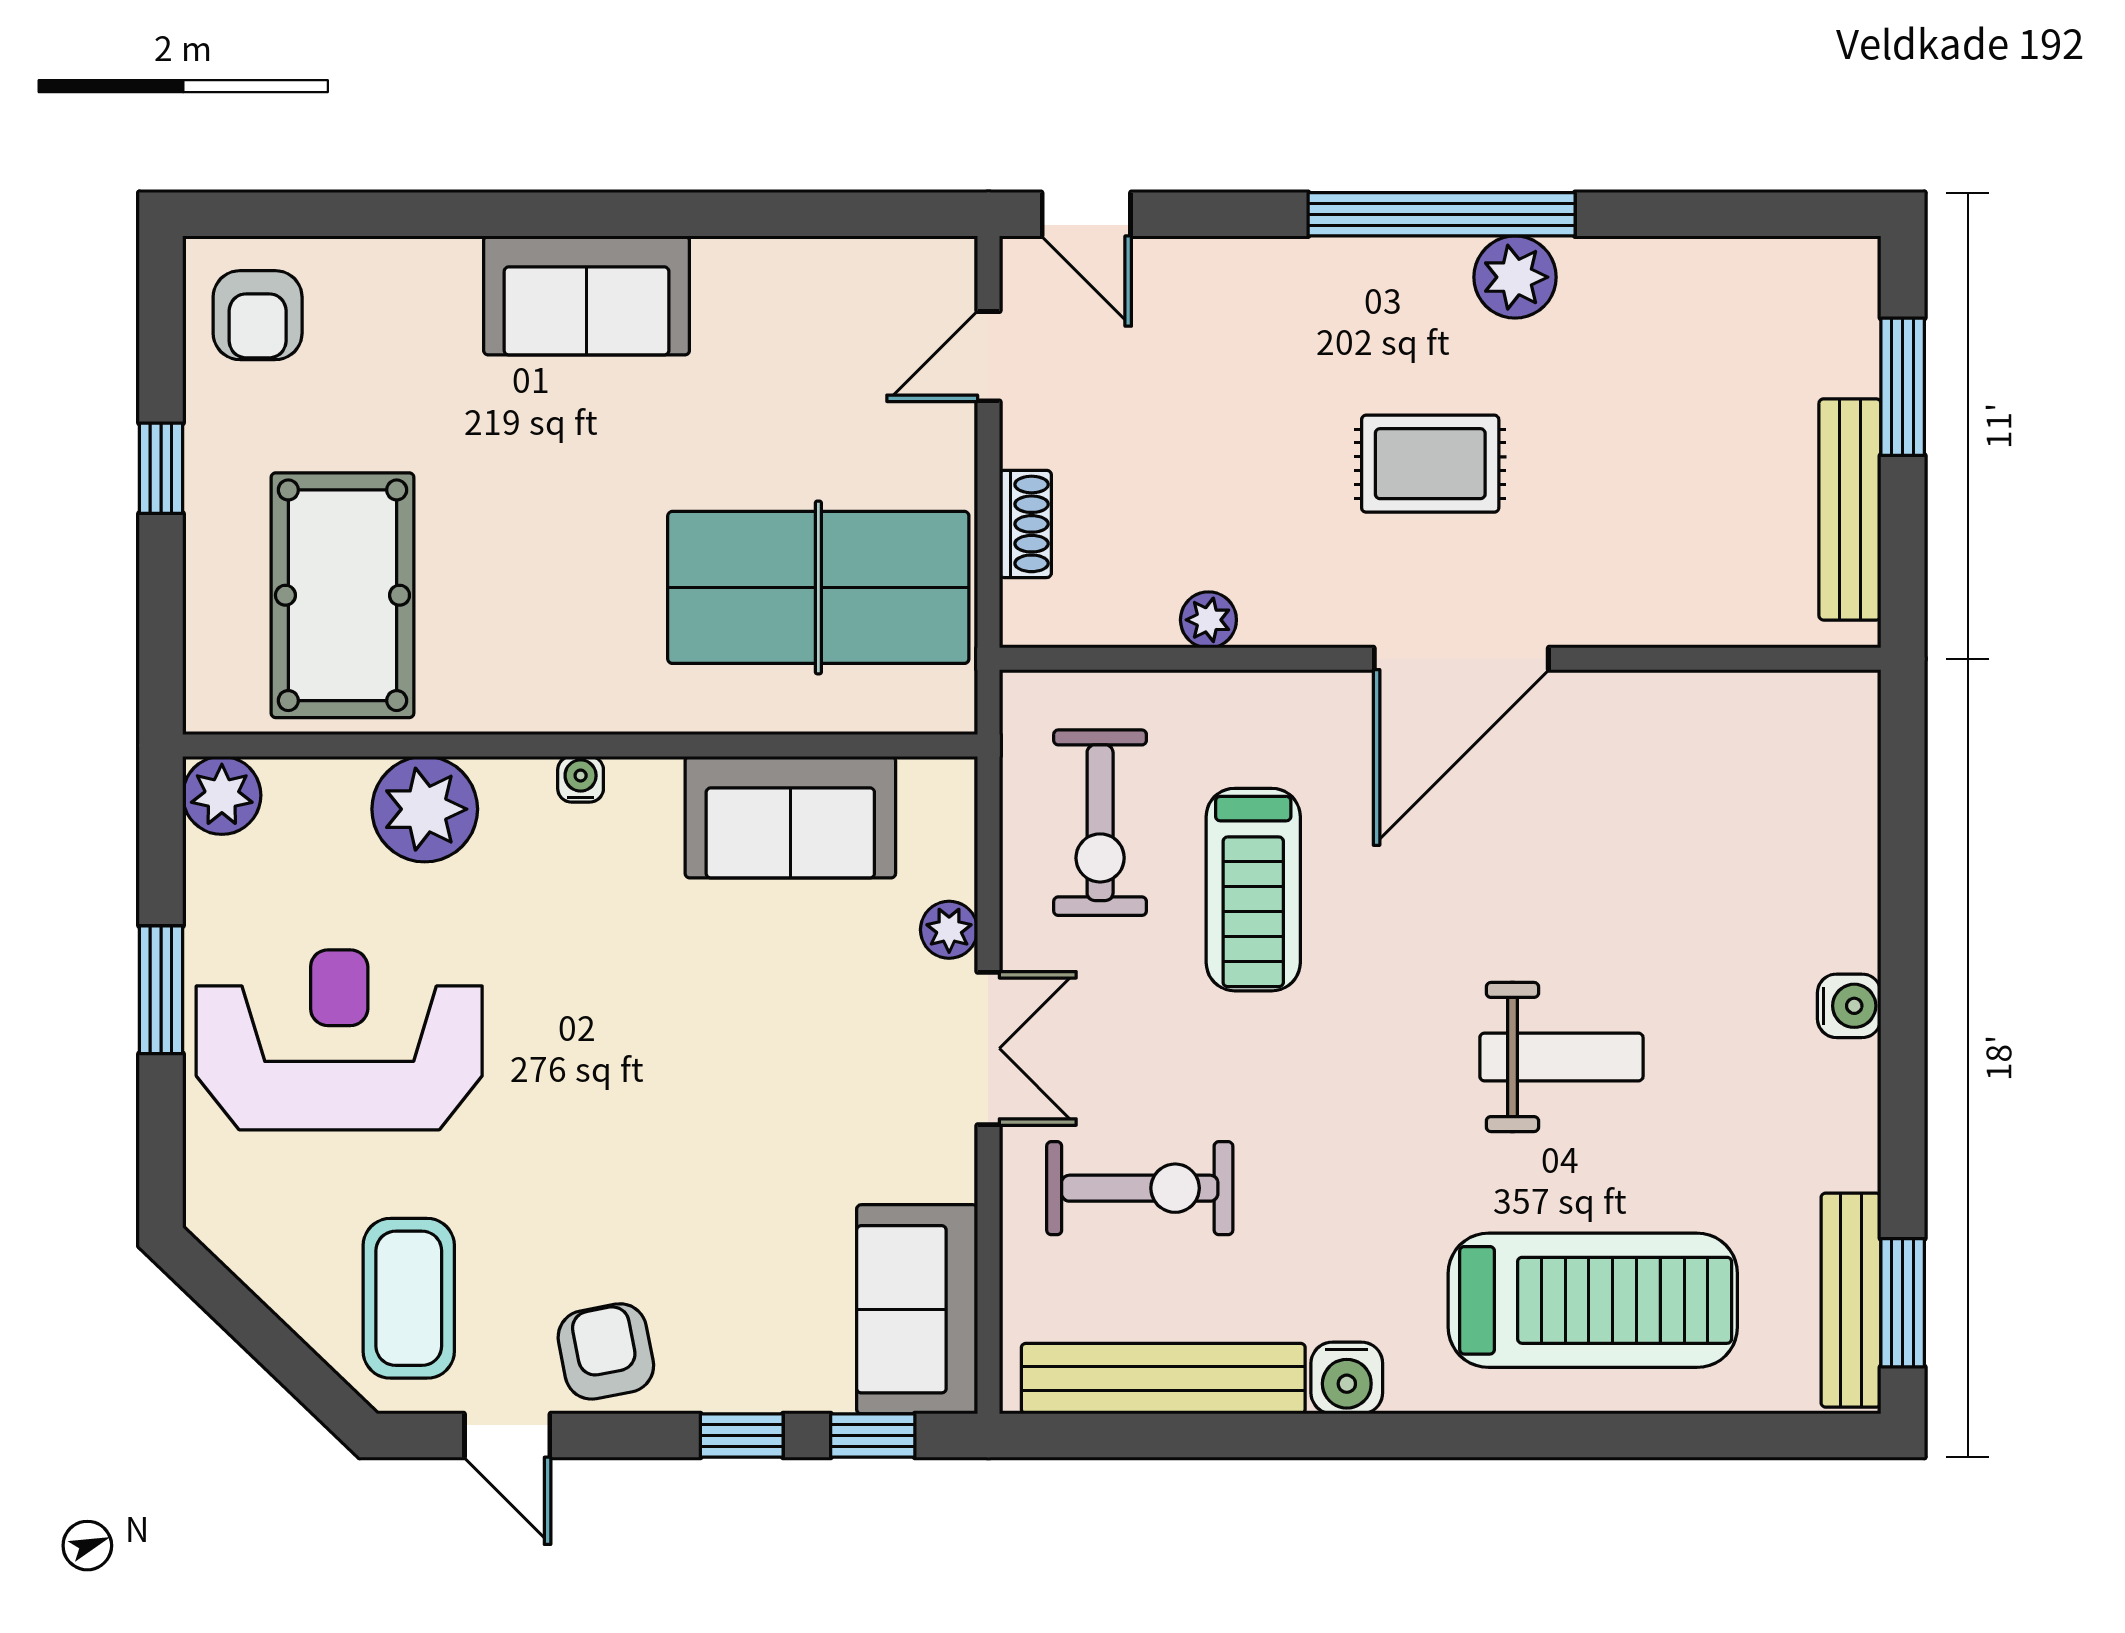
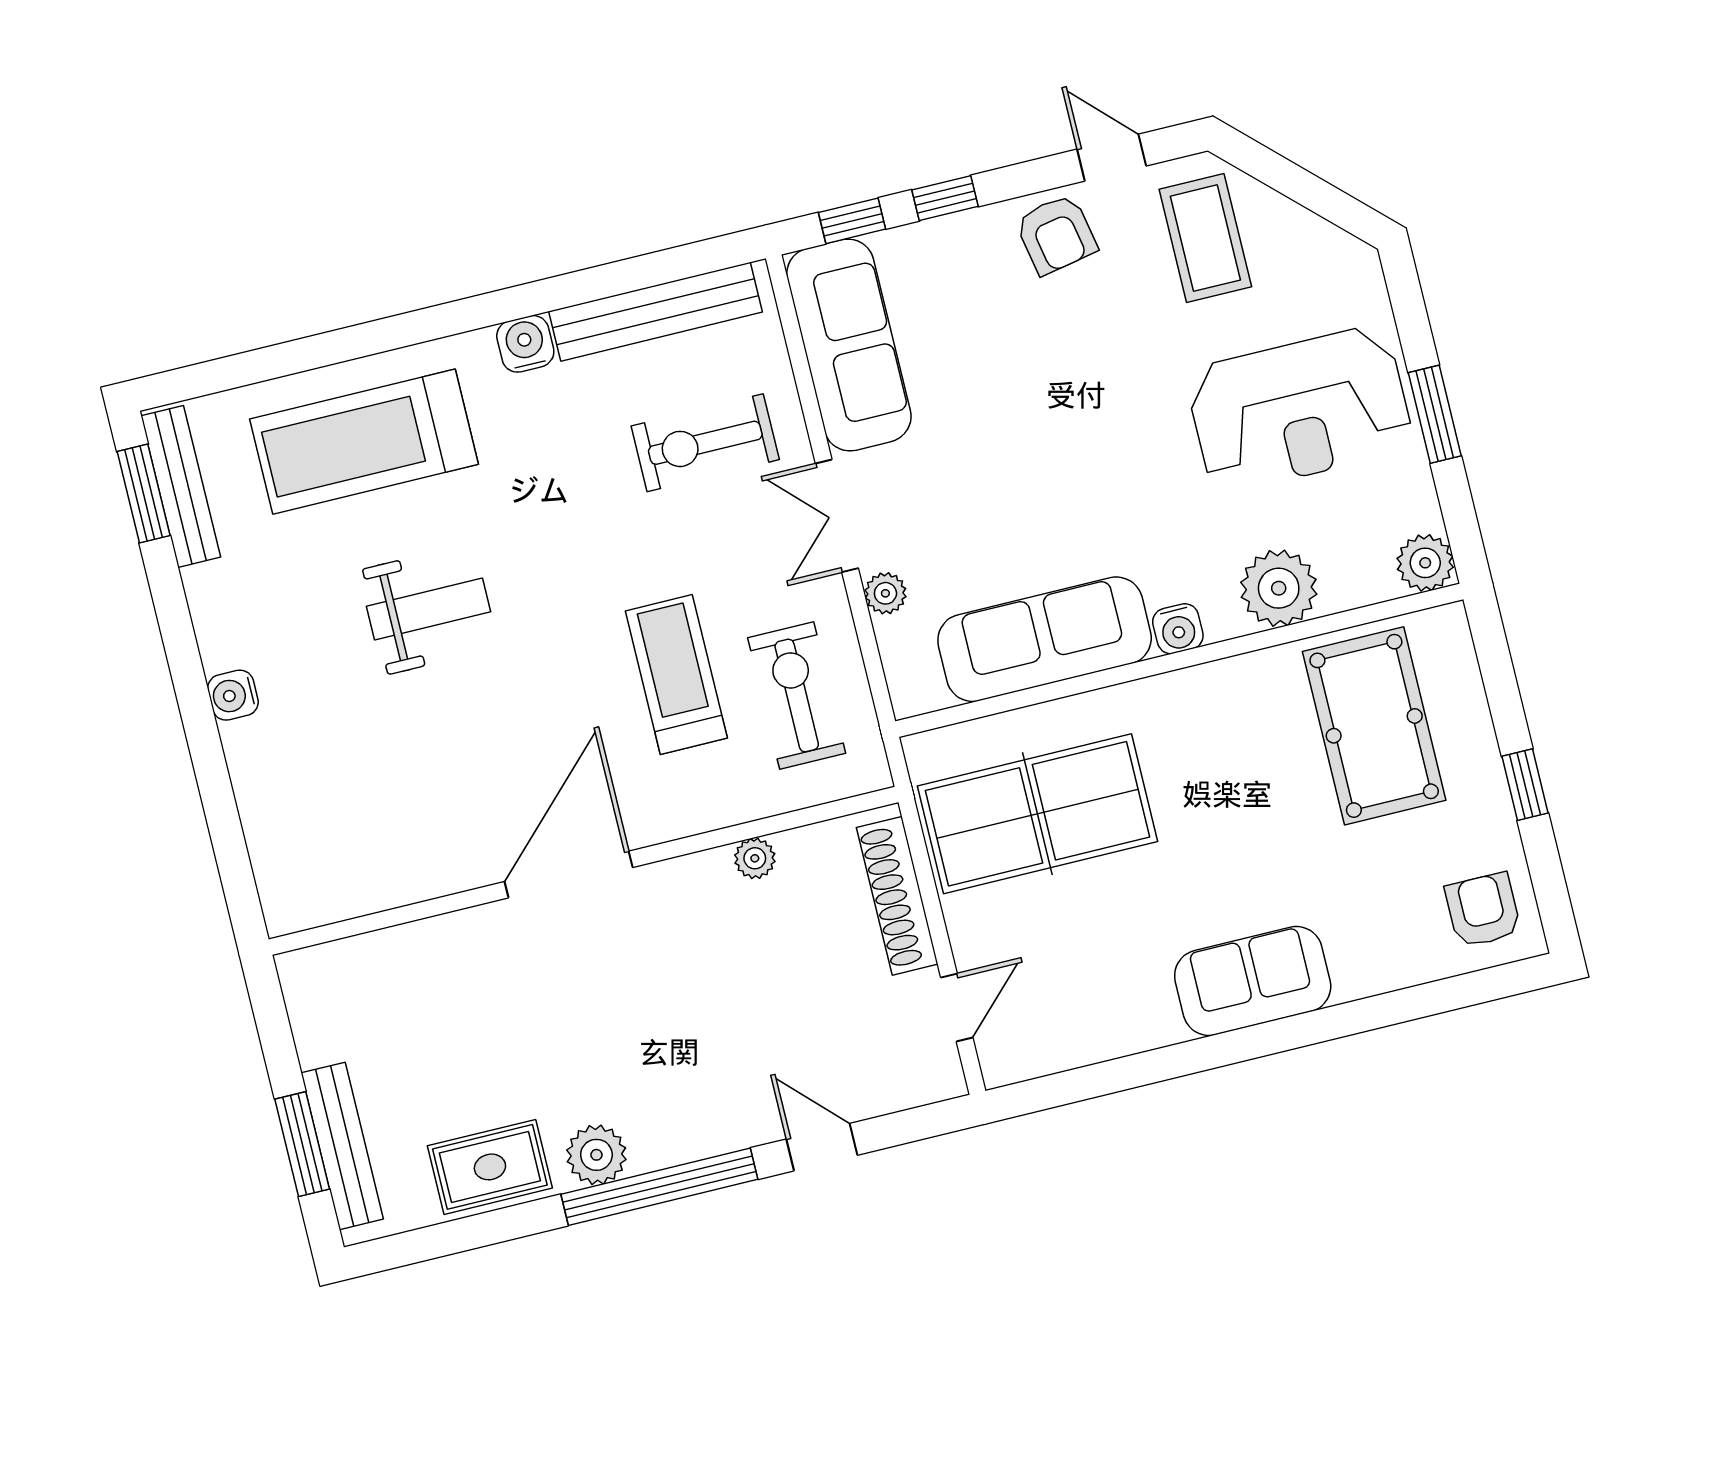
door: (1086, 214) -> (822, 1147), moved
rug: (1430, 464) -> (490, 1167), moved
bench: (1850, 509) -> (342, 1146), moved
shoe rack: (1025, 524) -> (897, 896), width x1.94, depth x1.24
water cooler: (581, 779) -> (1178, 629), width x1.38, depth x1.38
sofa: (790, 817) -> (1045, 639), width x1.36
weight bench: (1561, 1057) -> (428, 609), turned 180
sofa: (917, 1309) -> (849, 345), width x1.36

